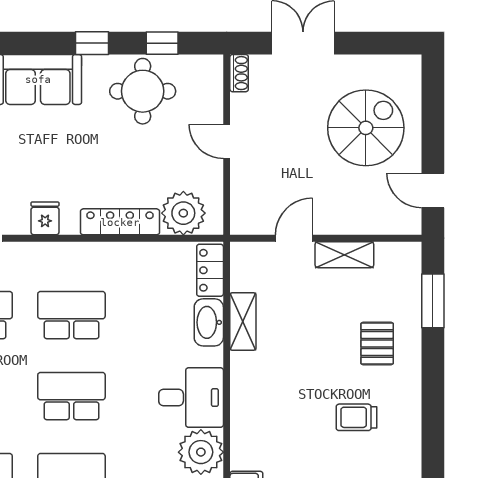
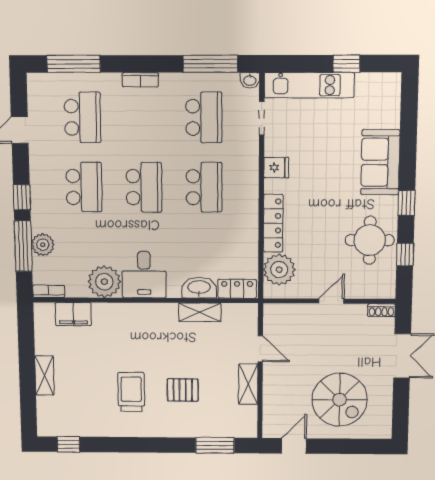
pallet: (377, 343) -> (183, 390), moved
trolley: (356, 417) -> (131, 392), width x1.36, depth x1.39

